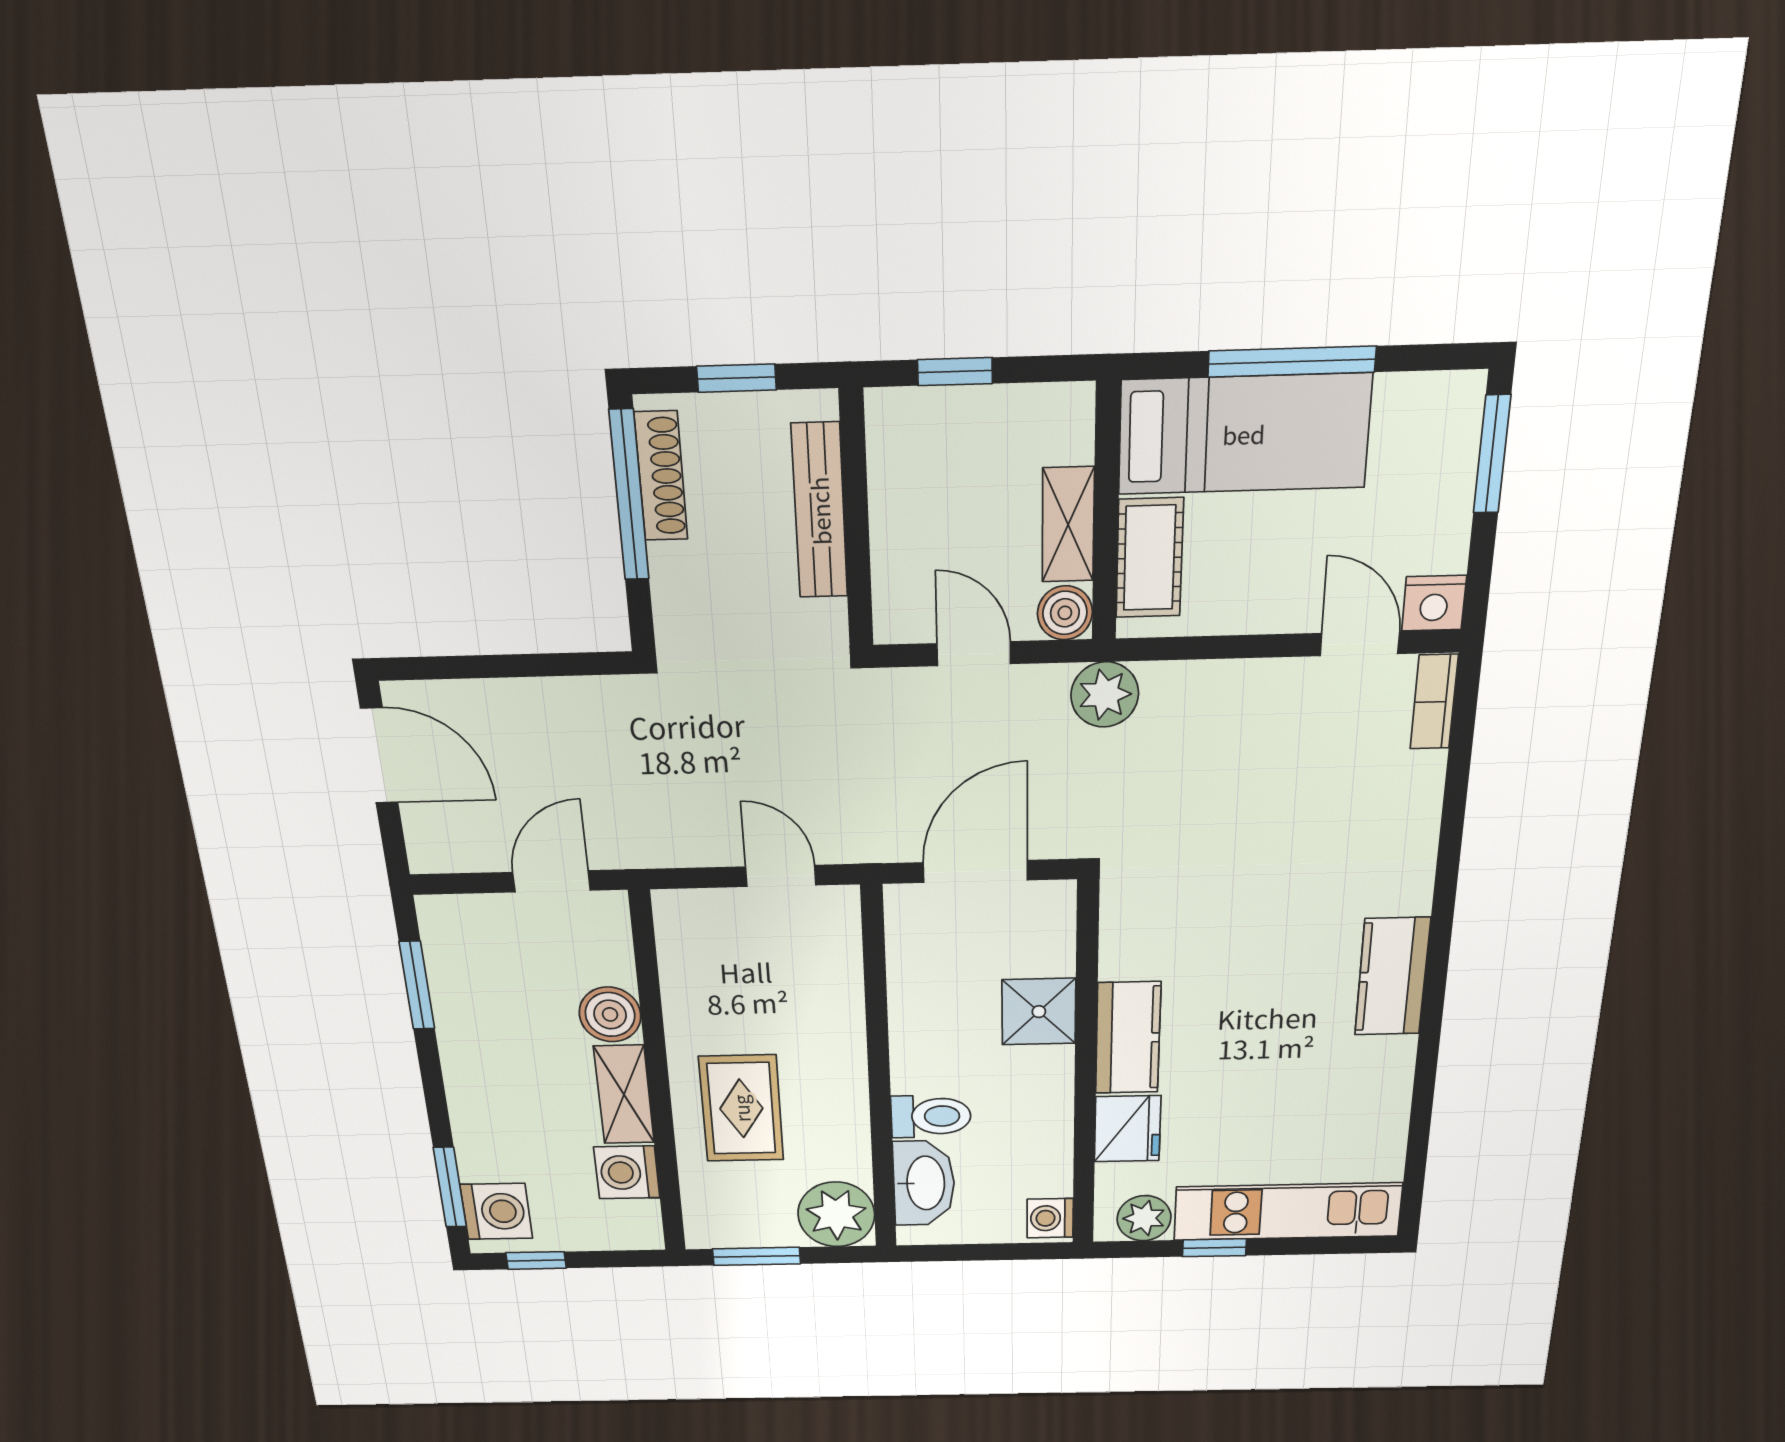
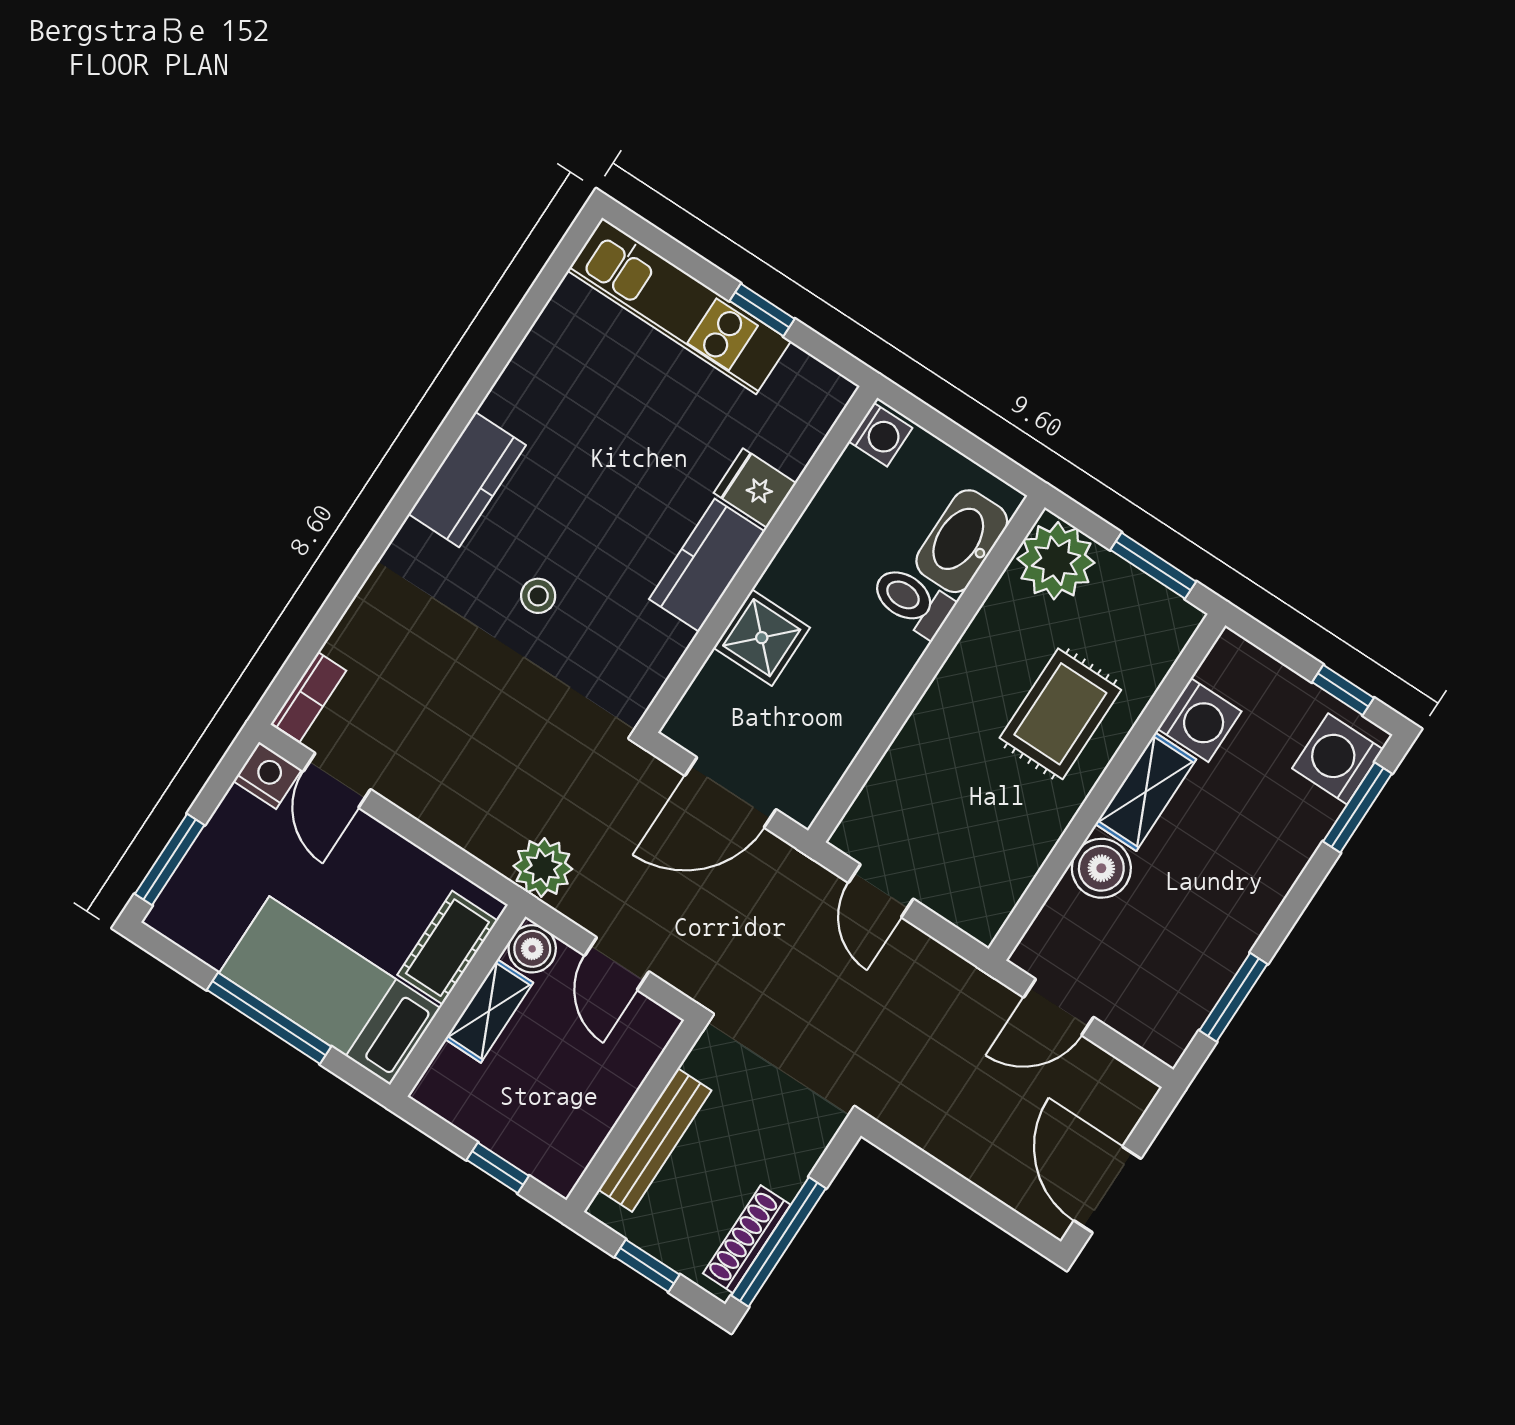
stool: (1265, 923) -> (538, 596), added
fridge: (1128, 1129) -> (755, 488), width x0.72
plant: (1144, 1218) -> (802, 381), removed

